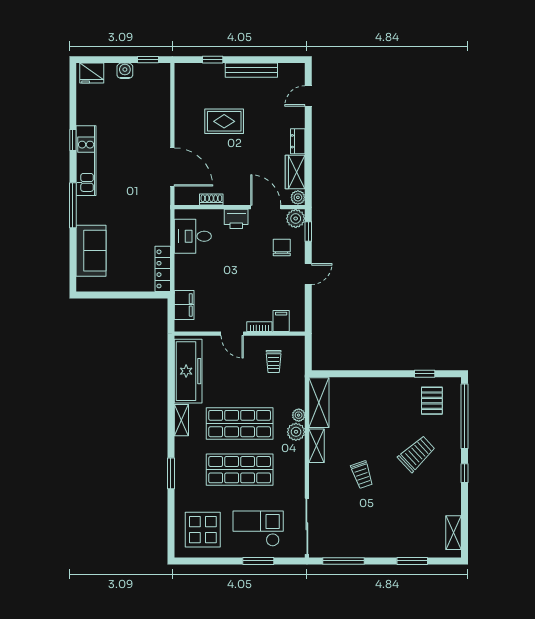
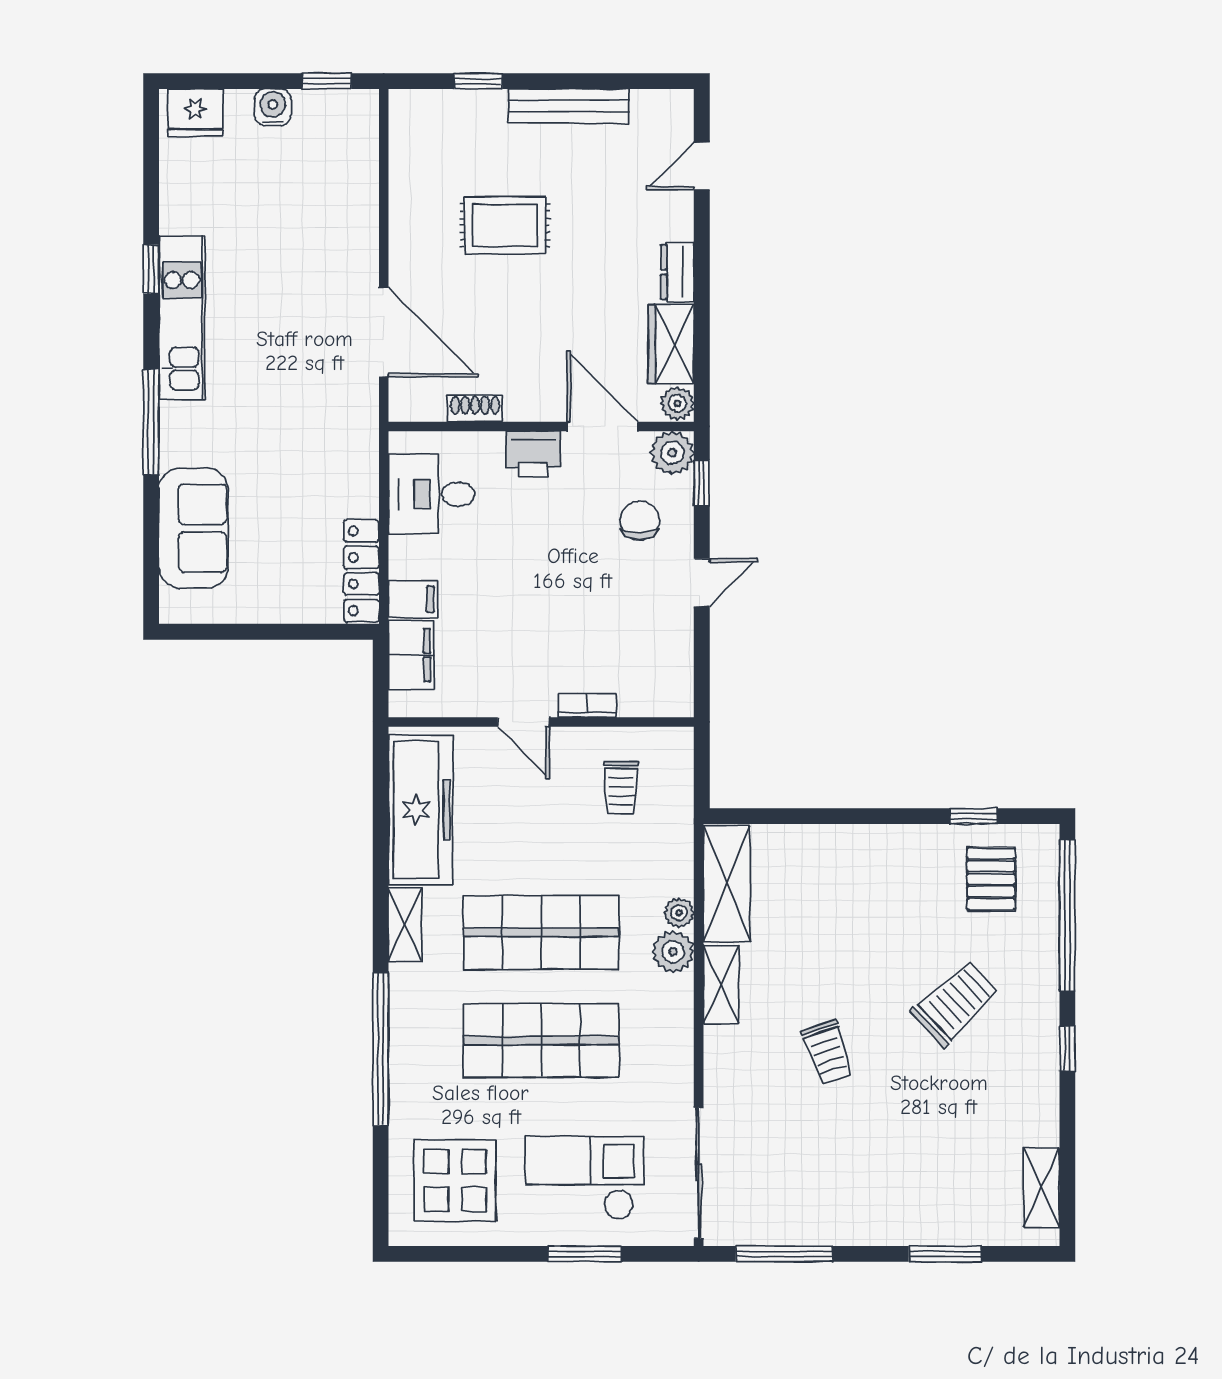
filing cabinet: (281, 321) -> (413, 599), moved, turned 90
window: (171, 473) -> (381, 1049), width x2.11

